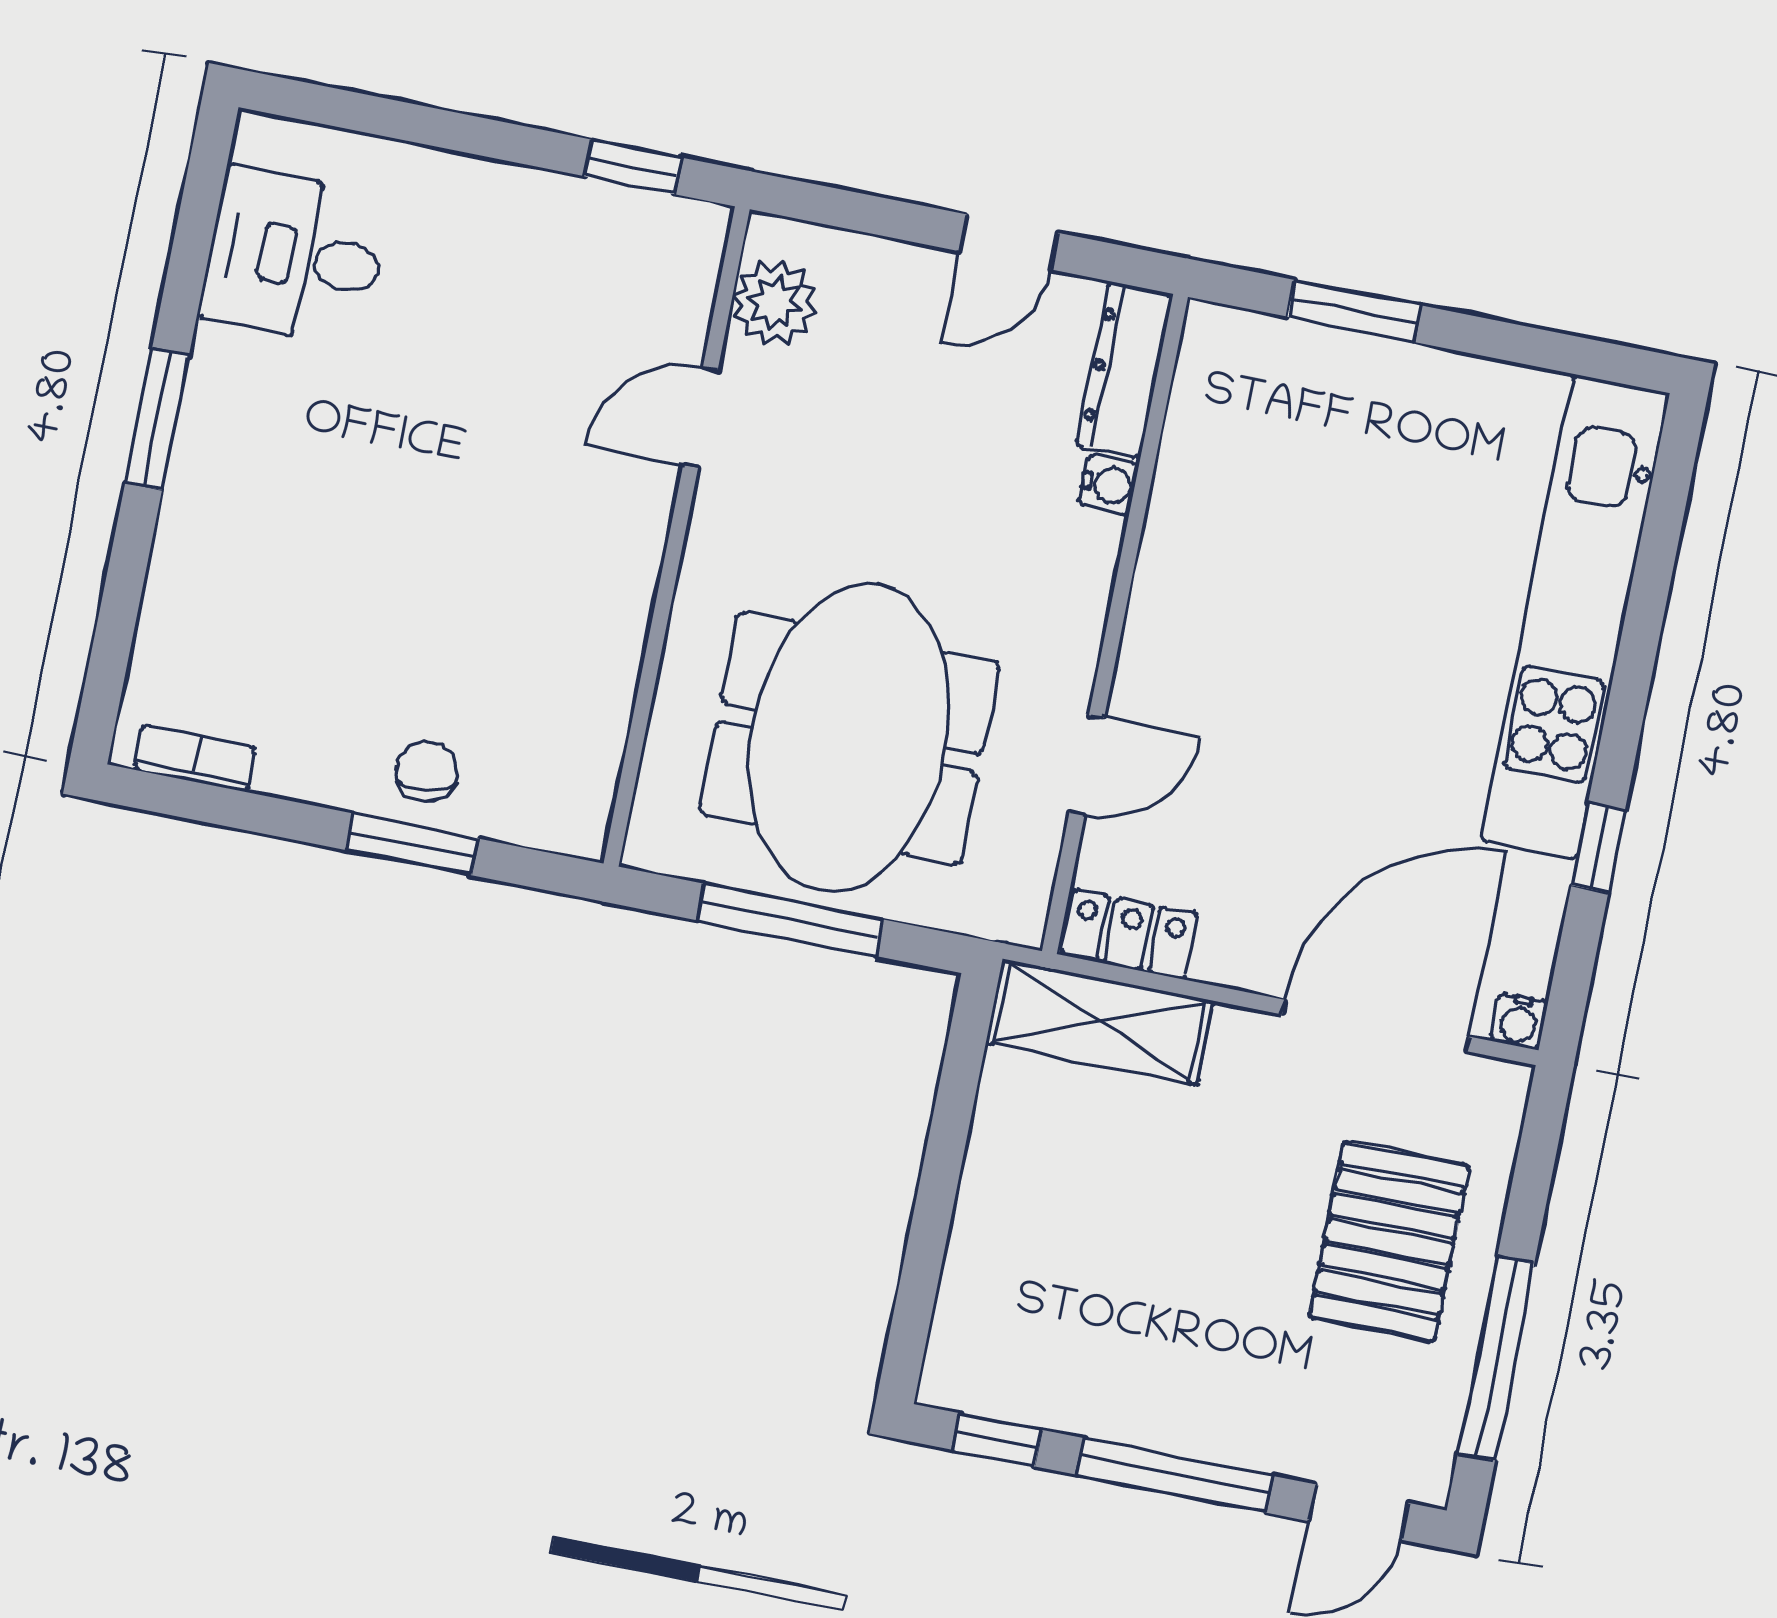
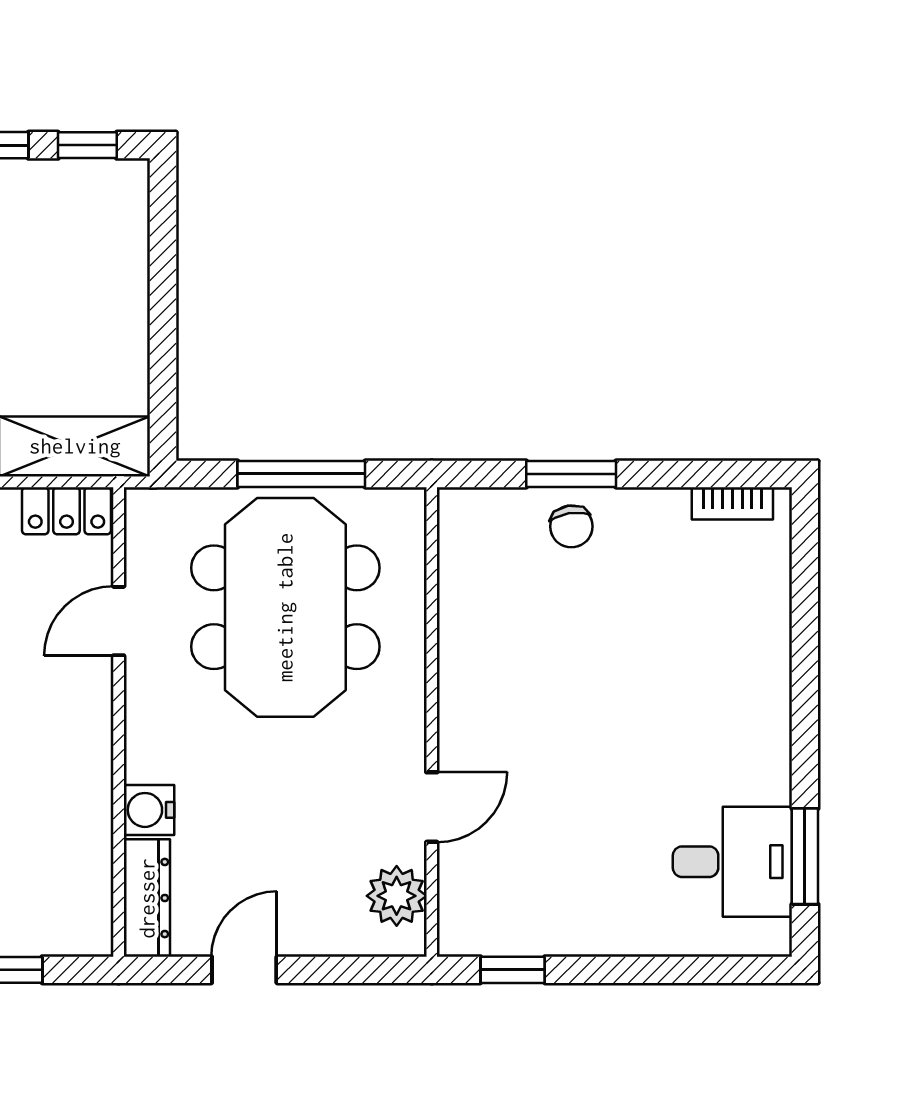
window: (157, 419) -> (805, 856), moved
water cooler: (1109, 485) -> (149, 810), width x1.38, depth x1.38

